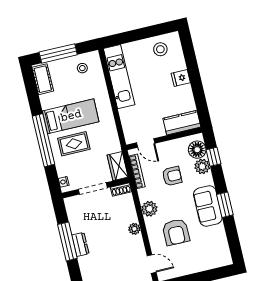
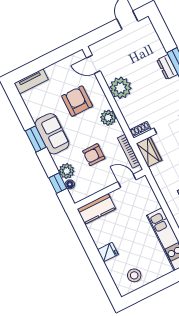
floor lamp: (197, 150) -> (70, 184), width x0.53, depth x0.53
plant: (134, 229) -> (120, 88), width x1.87, depth x1.87
tv unit: (216, 262) -> (31, 81), added

